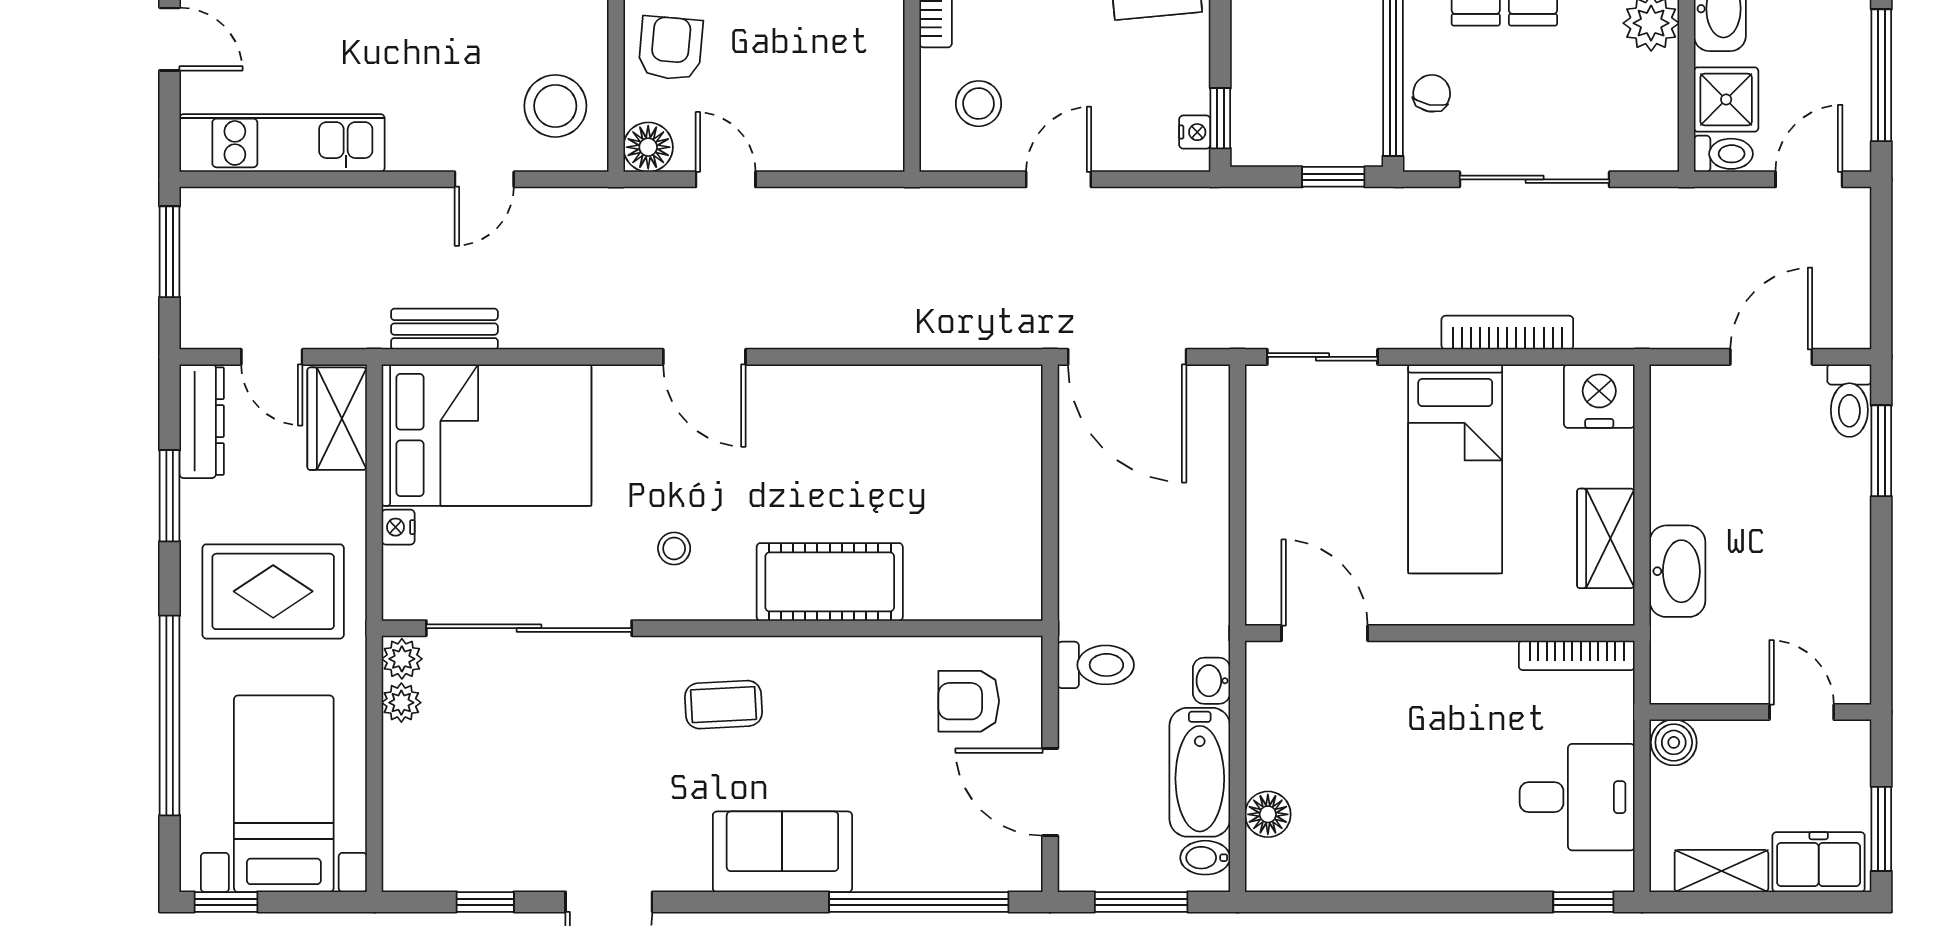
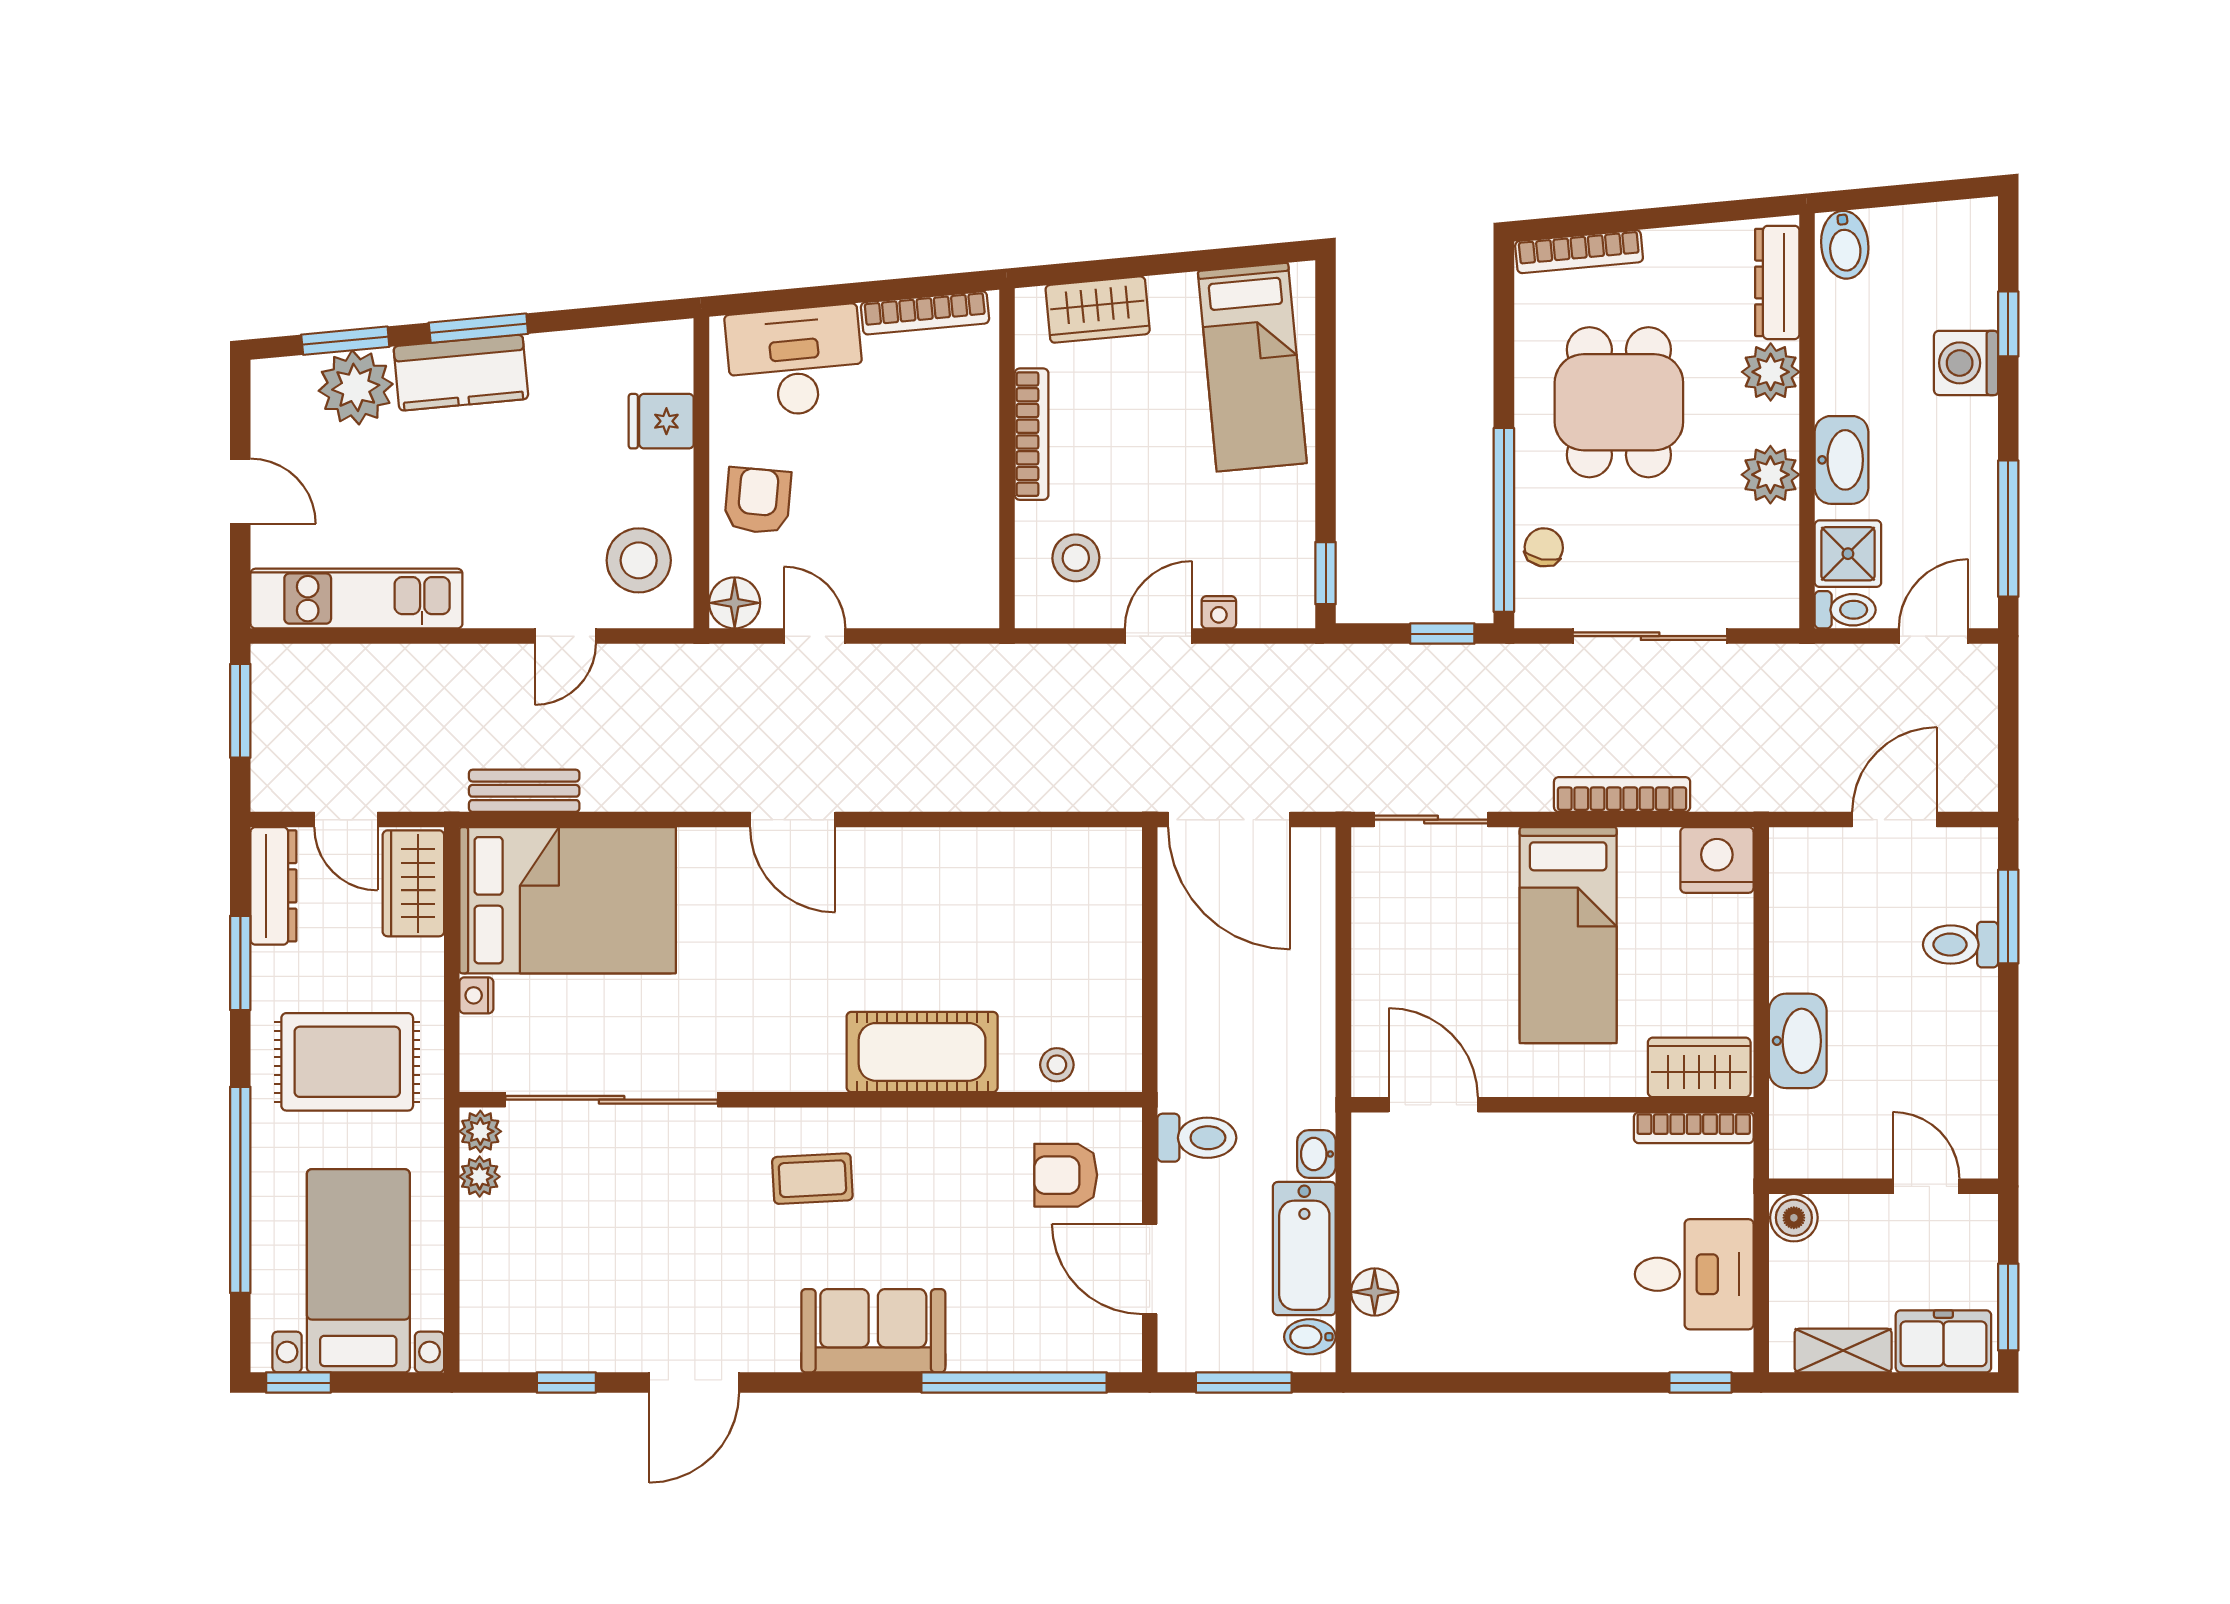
nightstand: (1195, 132) -> (1219, 612), moved, turned 90
toilet: (1849, 401) -> (1961, 945), moved, turned 90
wardrobe: (1606, 538) -> (1699, 1067), moved, turned 90
stool: (674, 548) -> (1057, 1065), moved

